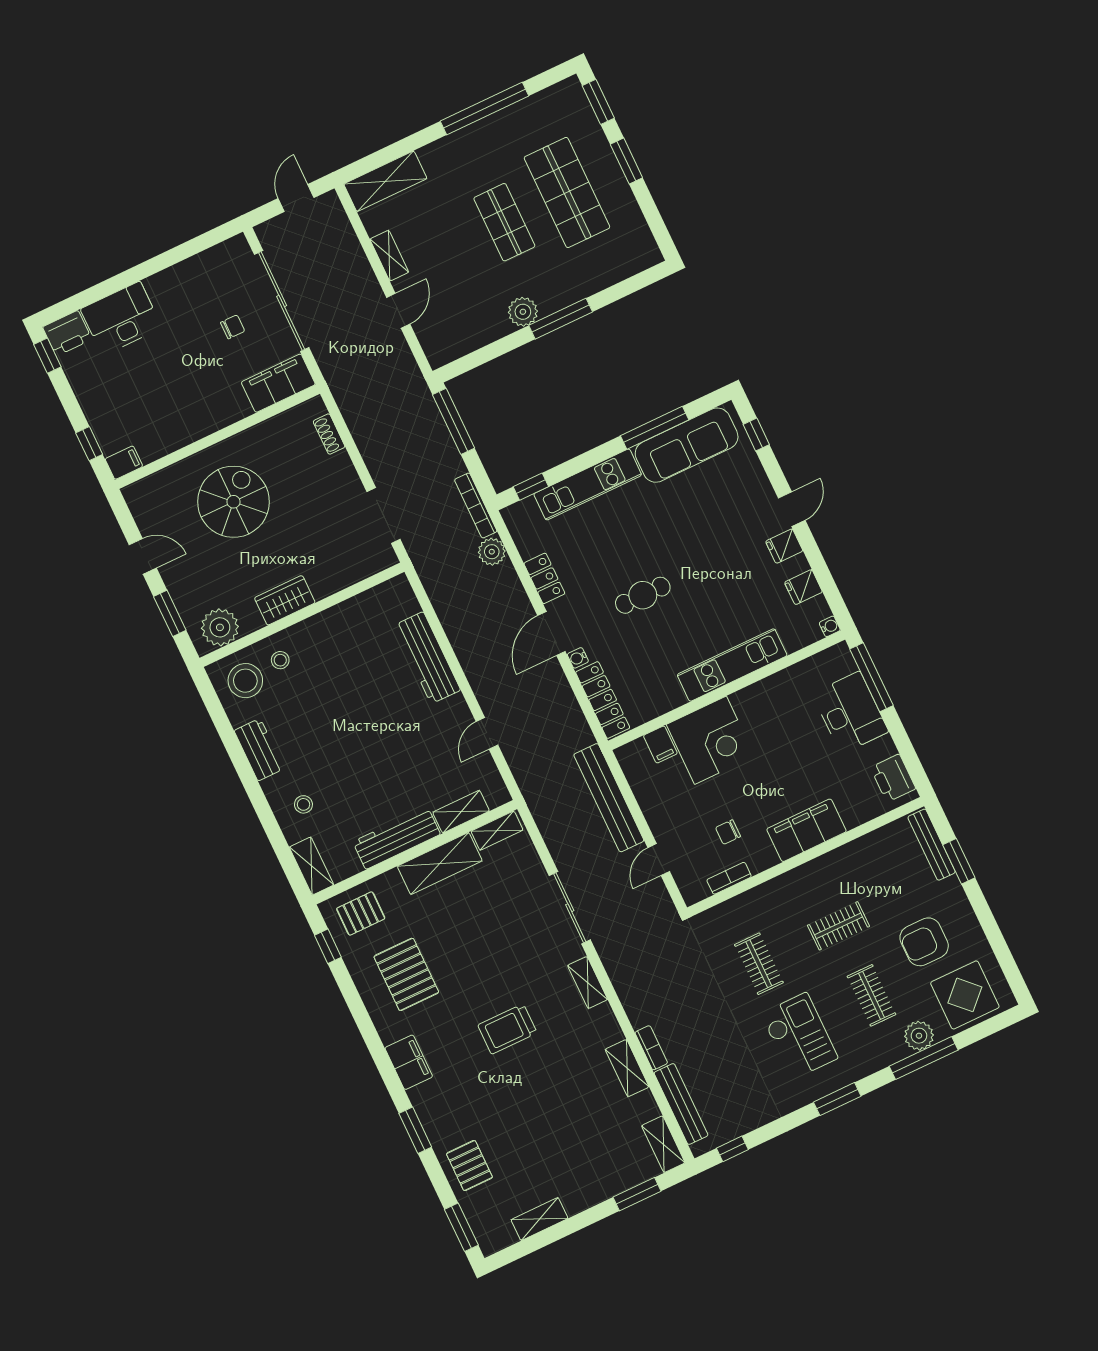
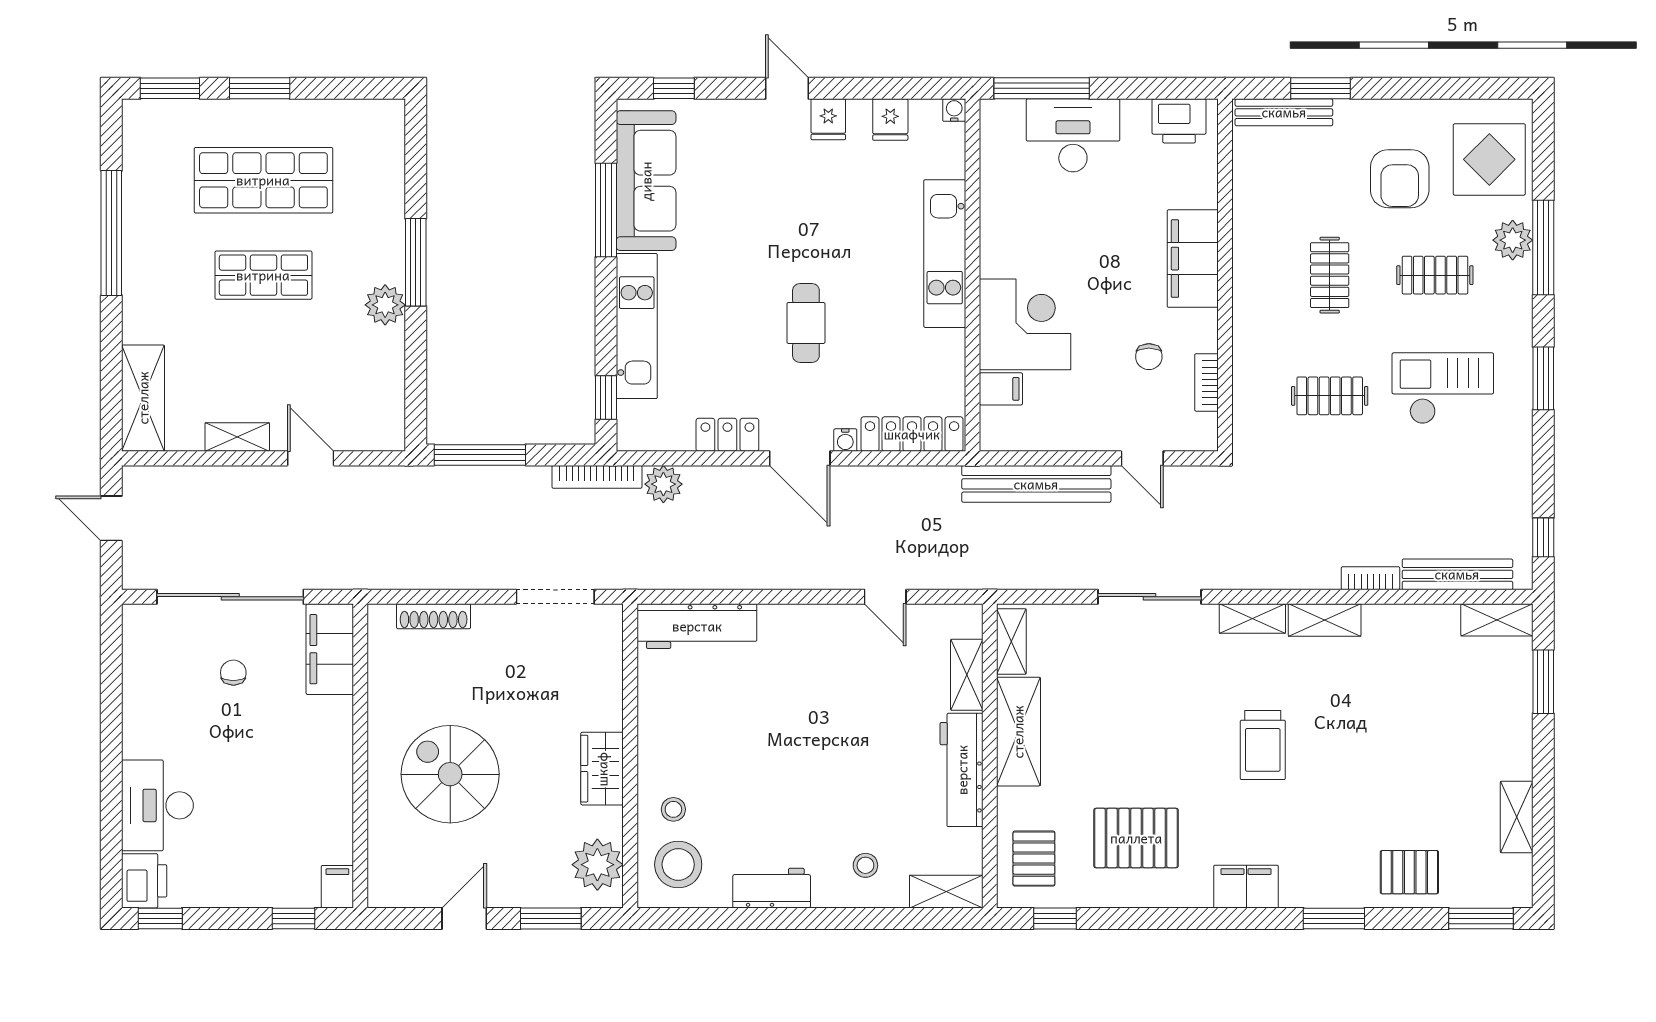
shoe rack: (329, 434) -> (434, 616), width x1.43
workbench: (427, 658) -> (697, 626), moved
shelving: (627, 1068) -> (1325, 620), moved

